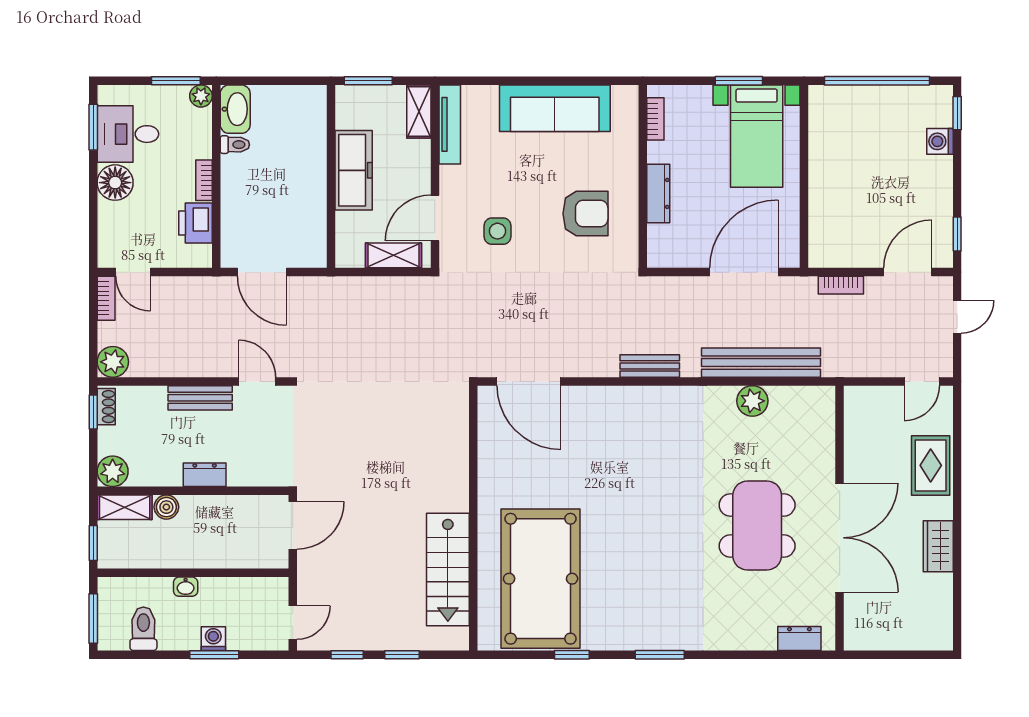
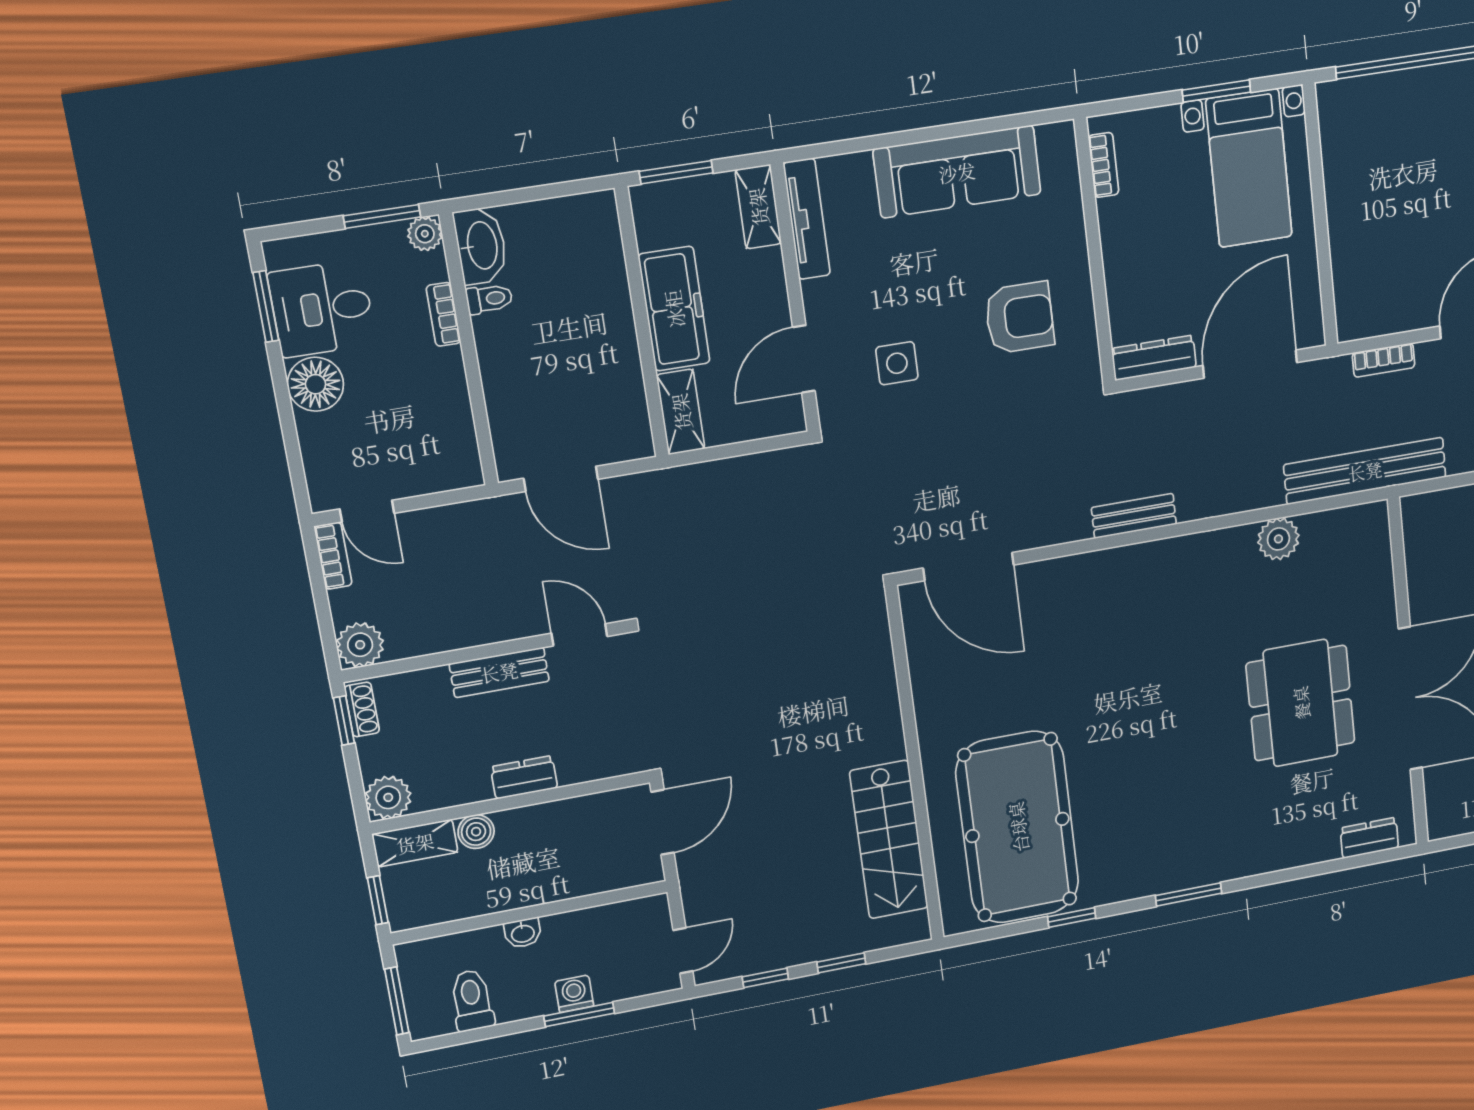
bookcase: (204, 180) -> (443, 314), moved
dresser: (658, 193) -> (1154, 358), moved, turned -90
printer: (195, 223) -> (449, 424), removed
shelving: (393, 255) -> (681, 412), moved, turned 90
bench: (761, 363) -> (1365, 471), moved

